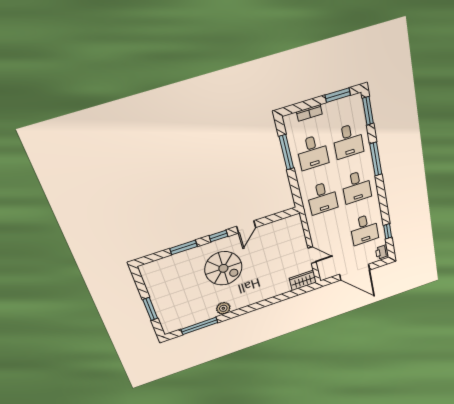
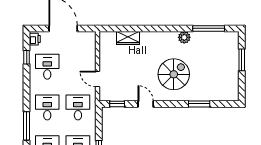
door: (246, 227) -> (146, 104), hinge flipped
window: (218, 236) -> (117, 104), moved
door: (312, 255) -> (98, 79), moved
spiral stairs: (223, 268) -> (174, 74), turned 90
wardrobe: (303, 280) -> (128, 38), moved

